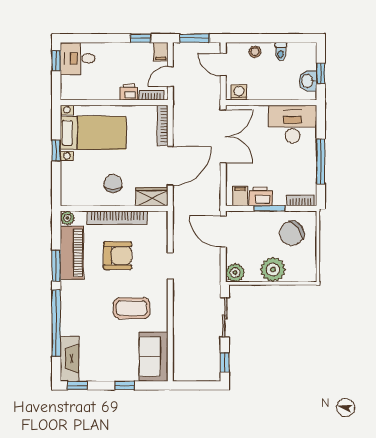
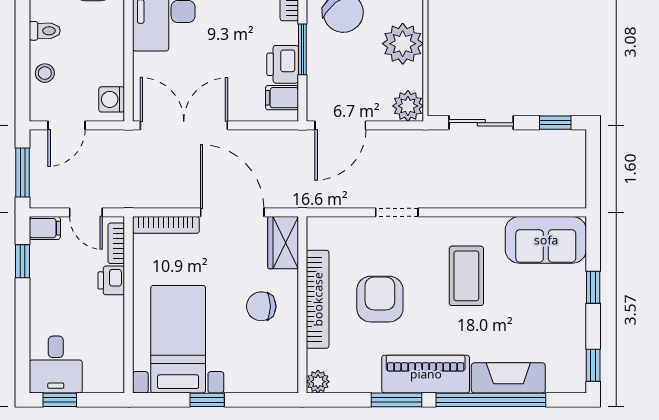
piano: (72, 253) -> (426, 374), moved
fireplace: (70, 359) -> (508, 378), moved

